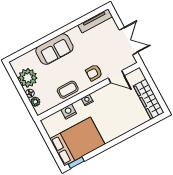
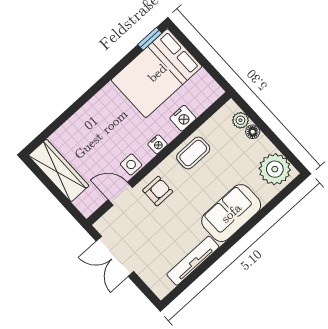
tv unit: (95, 21) -> (193, 261), moved
plant: (28, 78) -> (275, 169), moved
side table: (106, 92) -> (131, 164), added

